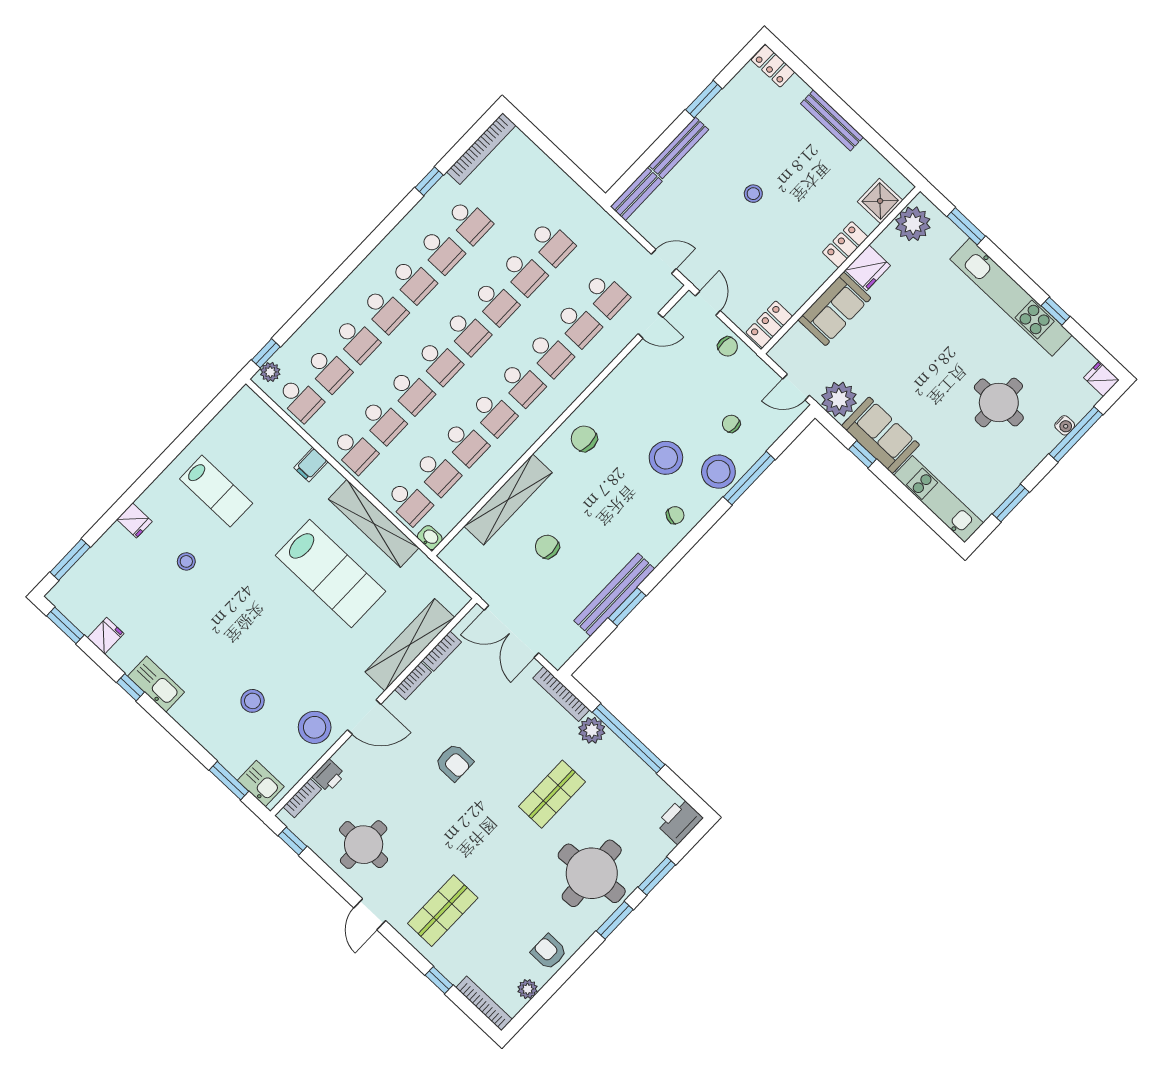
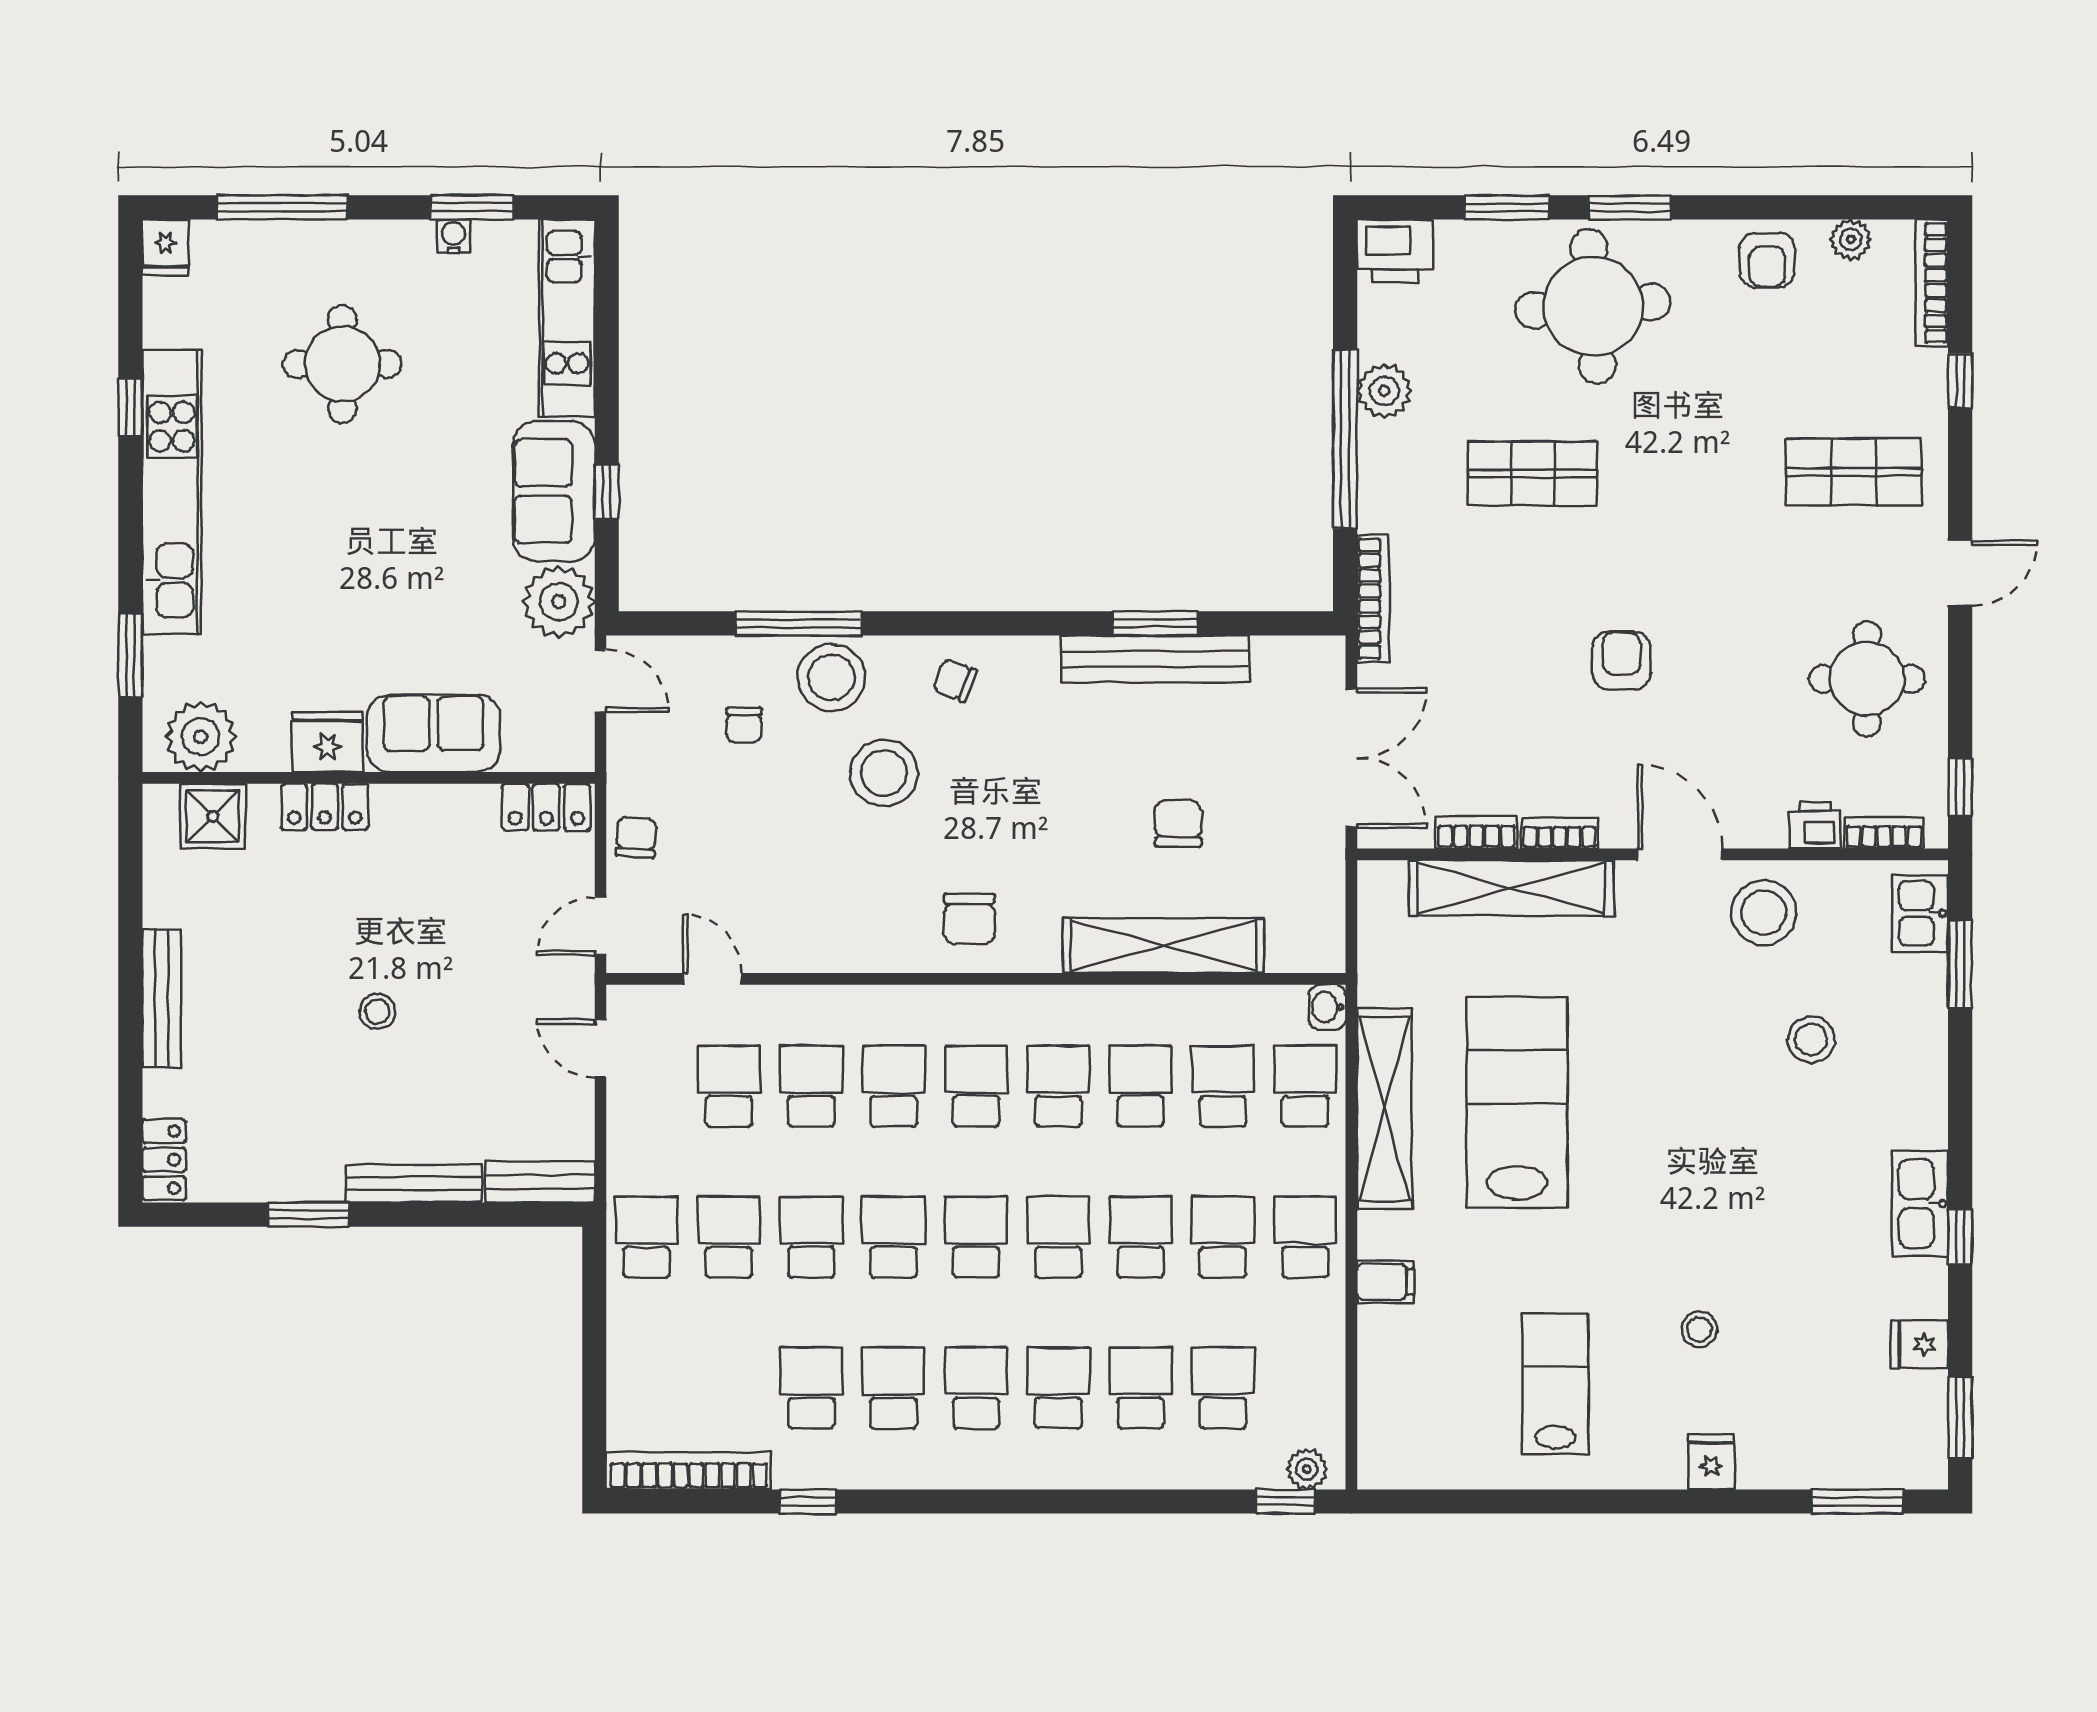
school desk: (300, 399) -> (647, 1237), moved
water cooler: (1065, 425) -> (453, 236), moved
chair: (547, 547) -> (1178, 823), turned 180
plant: (592, 730) -> (1384, 391), moved

